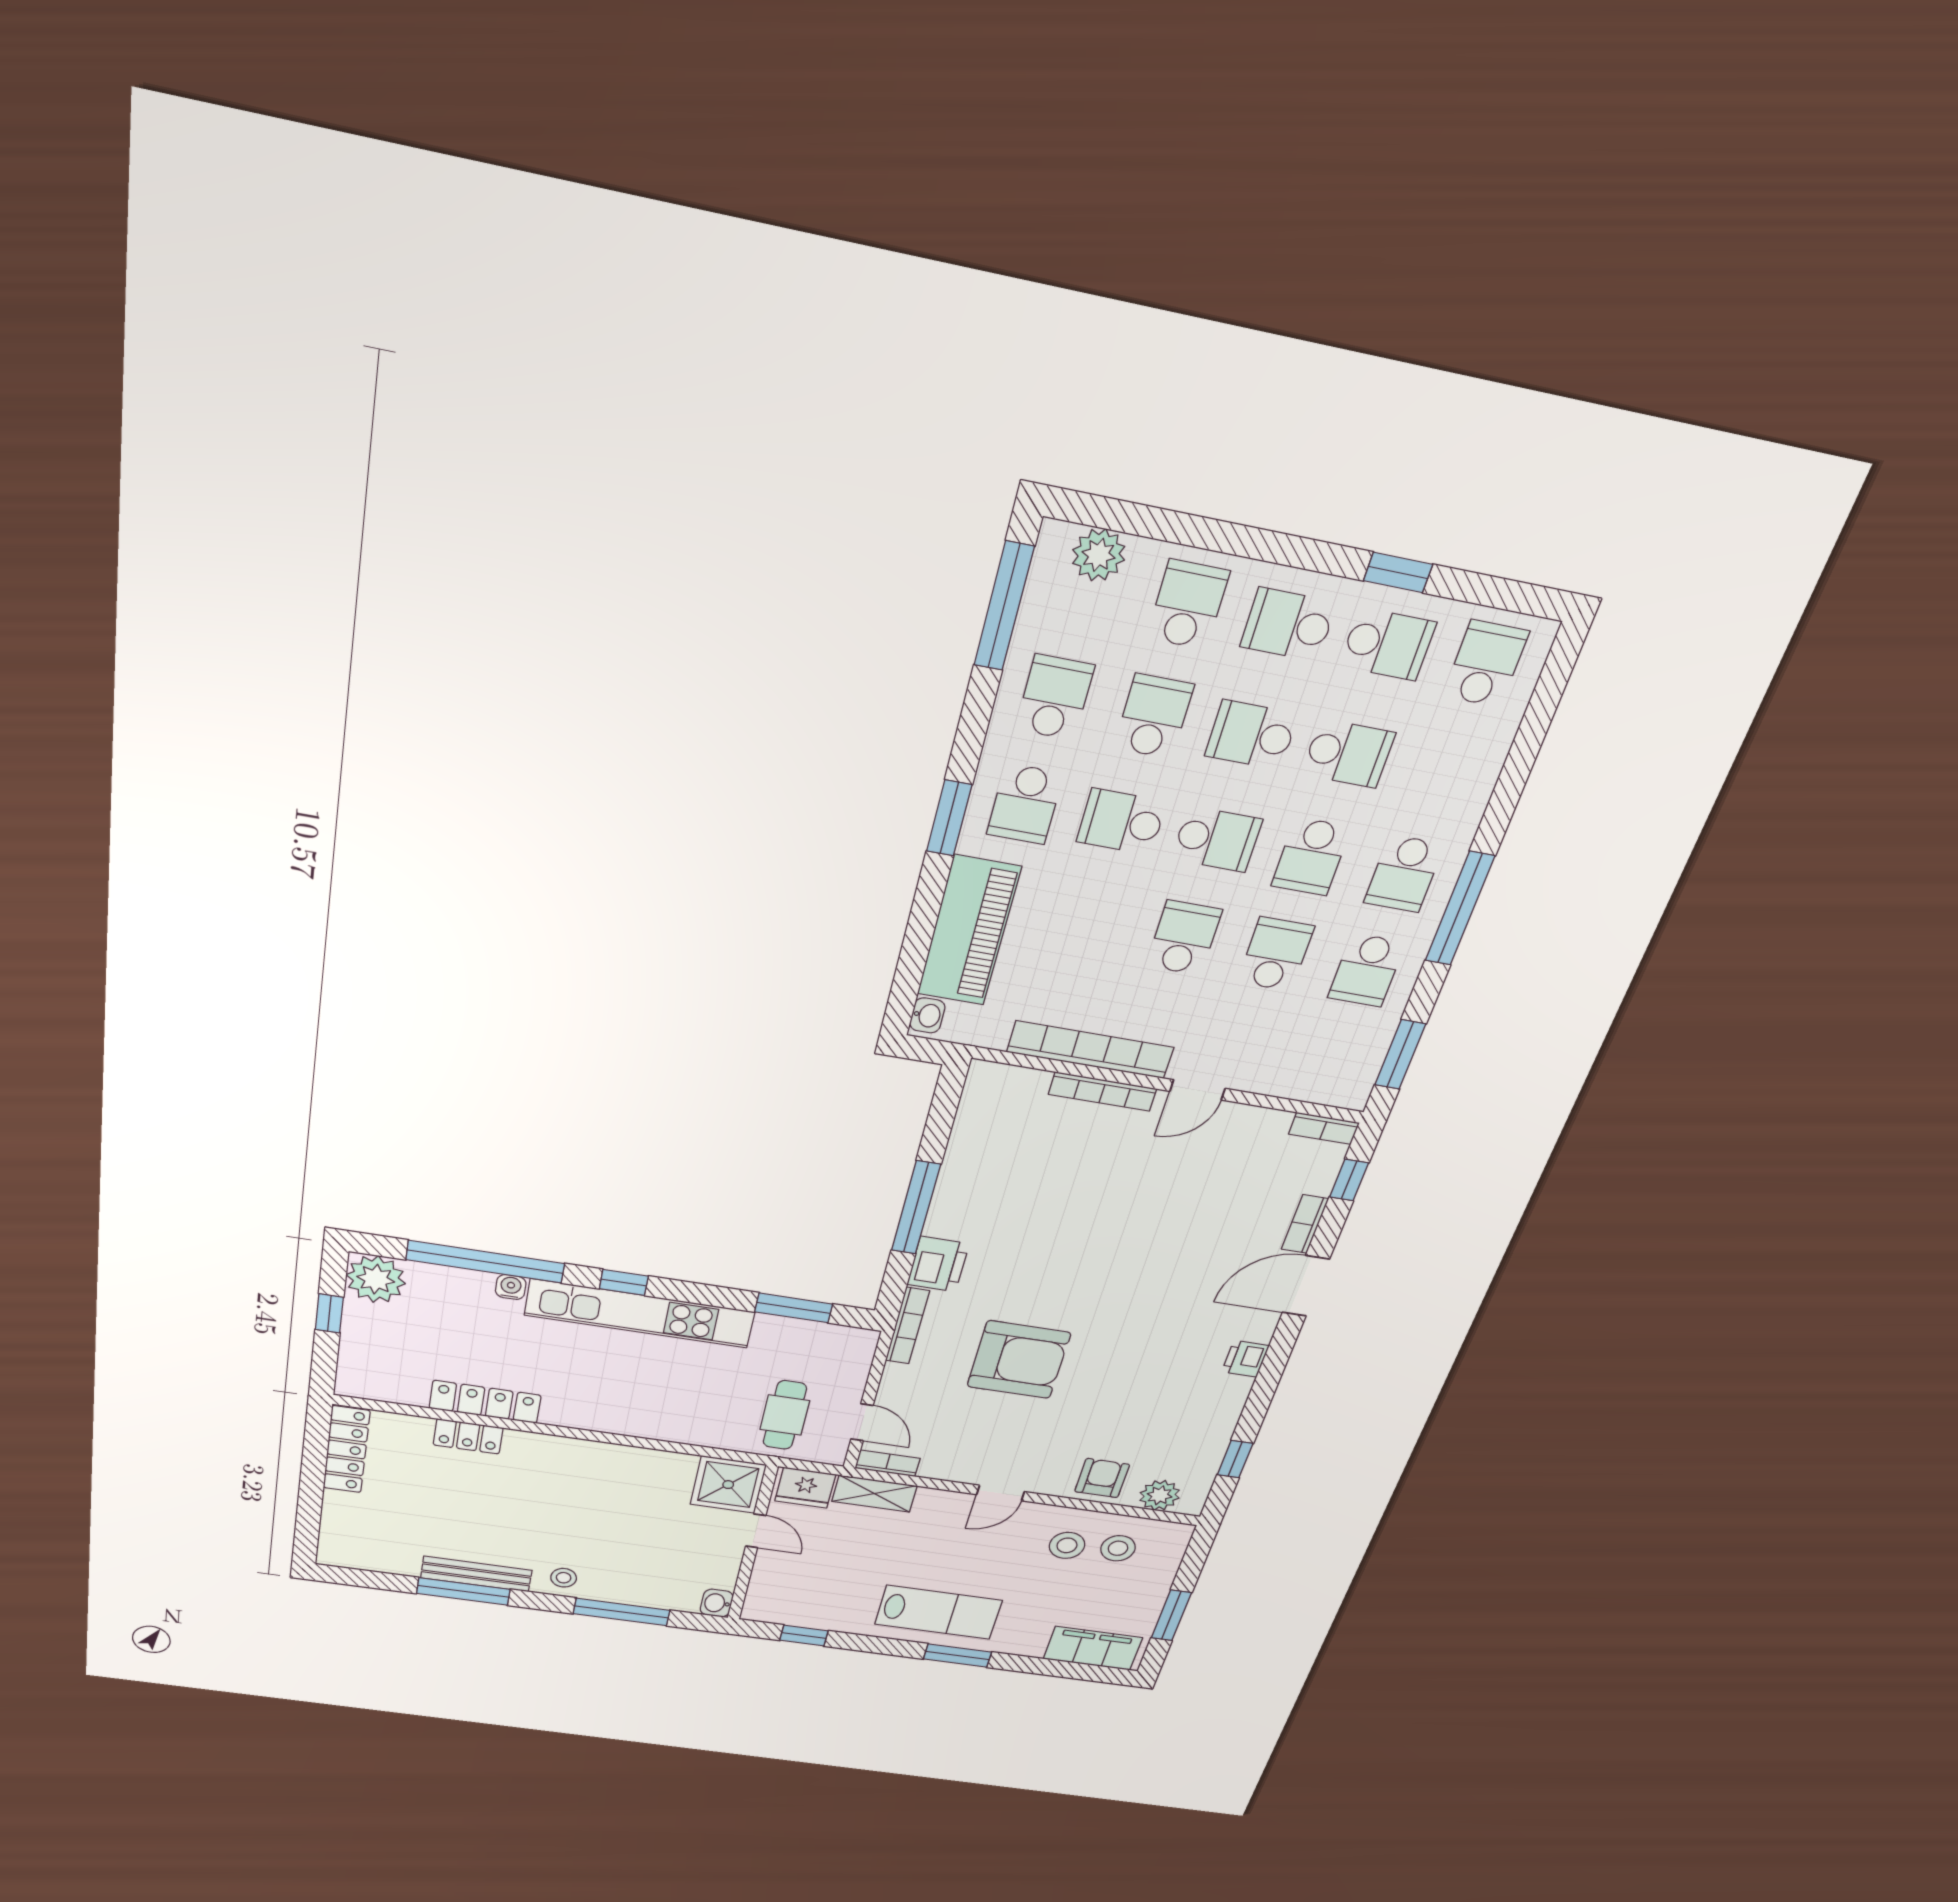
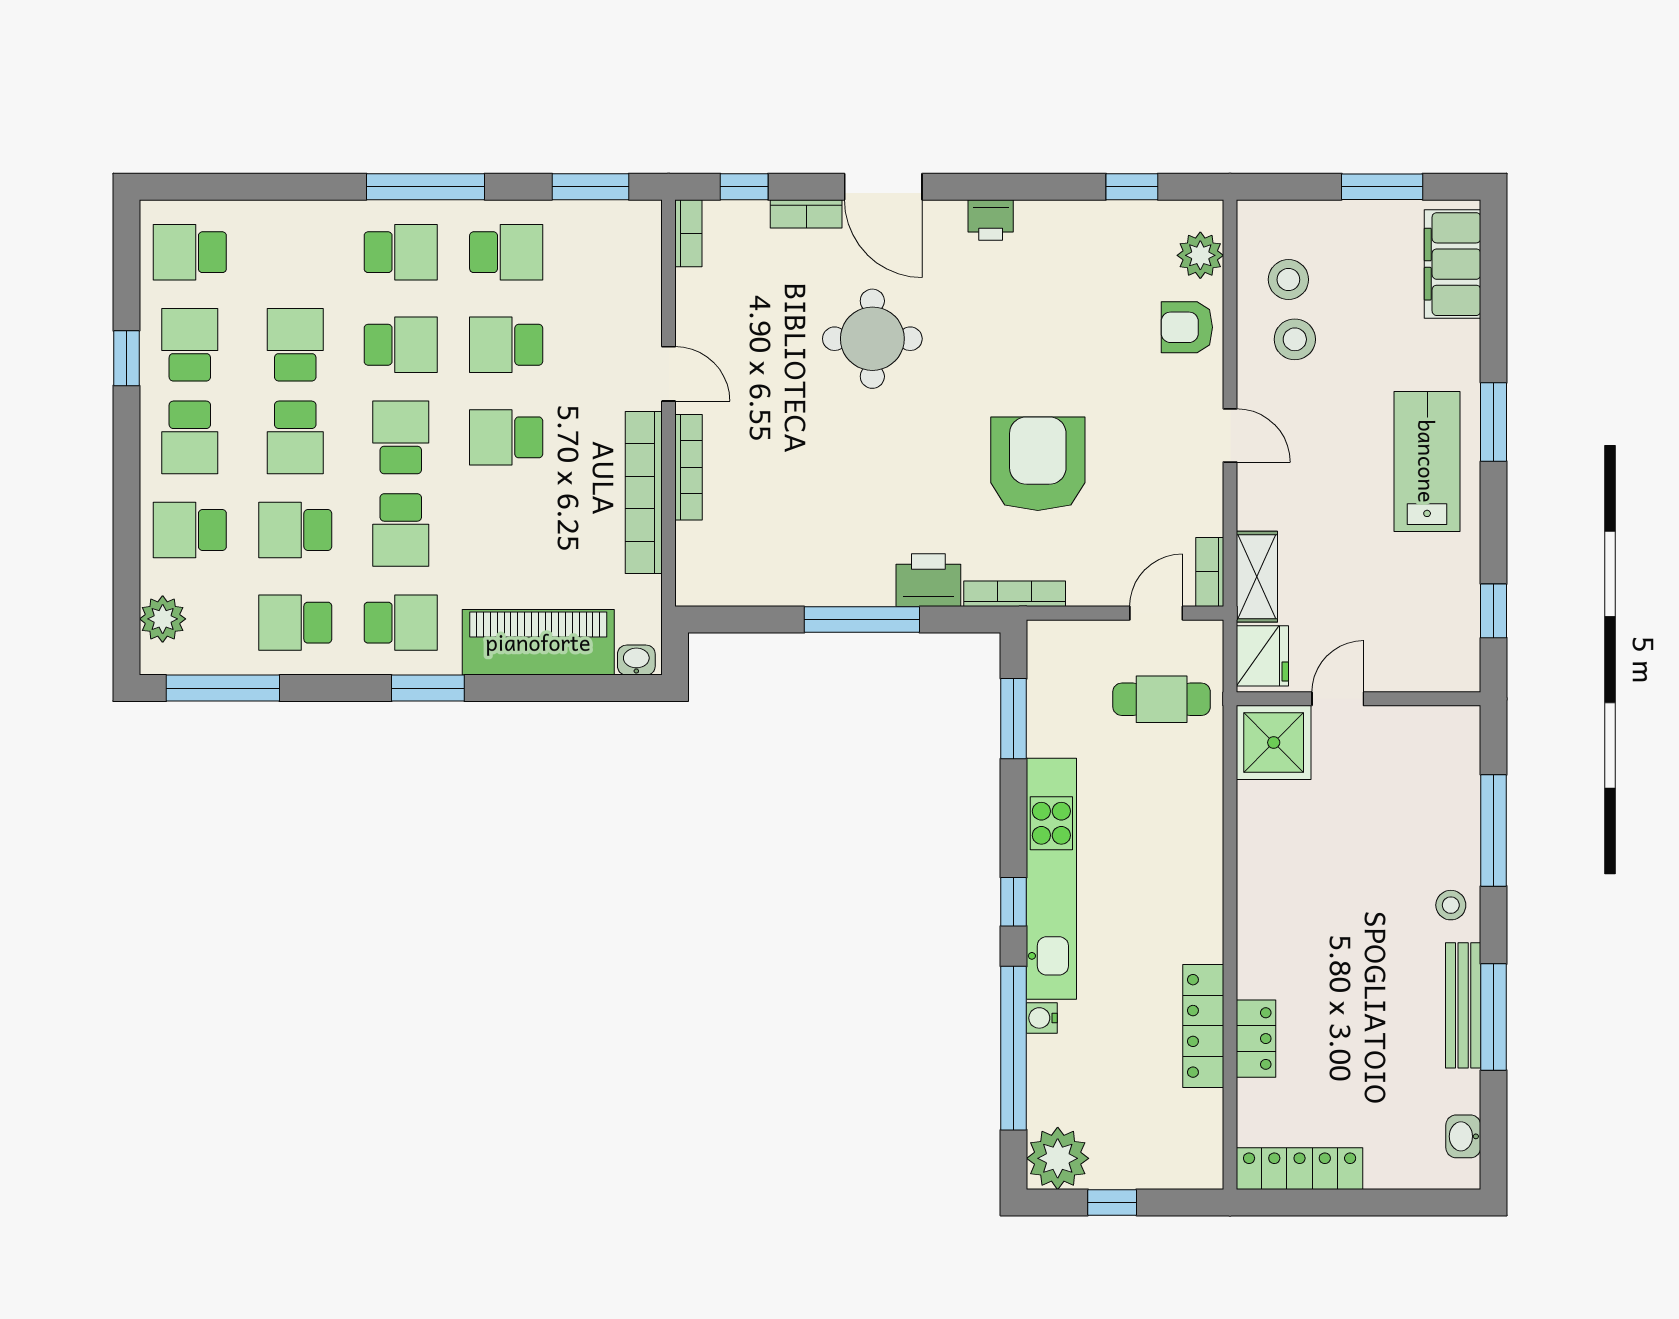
round table: (1172, 1256) -> (872, 339), added
washbasin: (717, 1603) -> (1463, 1136), moved, turned 90

